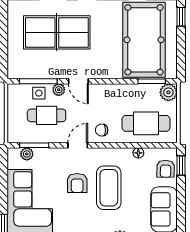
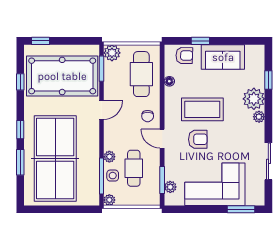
table tennis table: (57, 32) -> (55, 159), width x1.36, depth x1.32
door: (78, 81) -> (102, 110), moved
plant: (13, 90) -> (109, 200), added
window: (181, 165) -> (200, 41), moved

